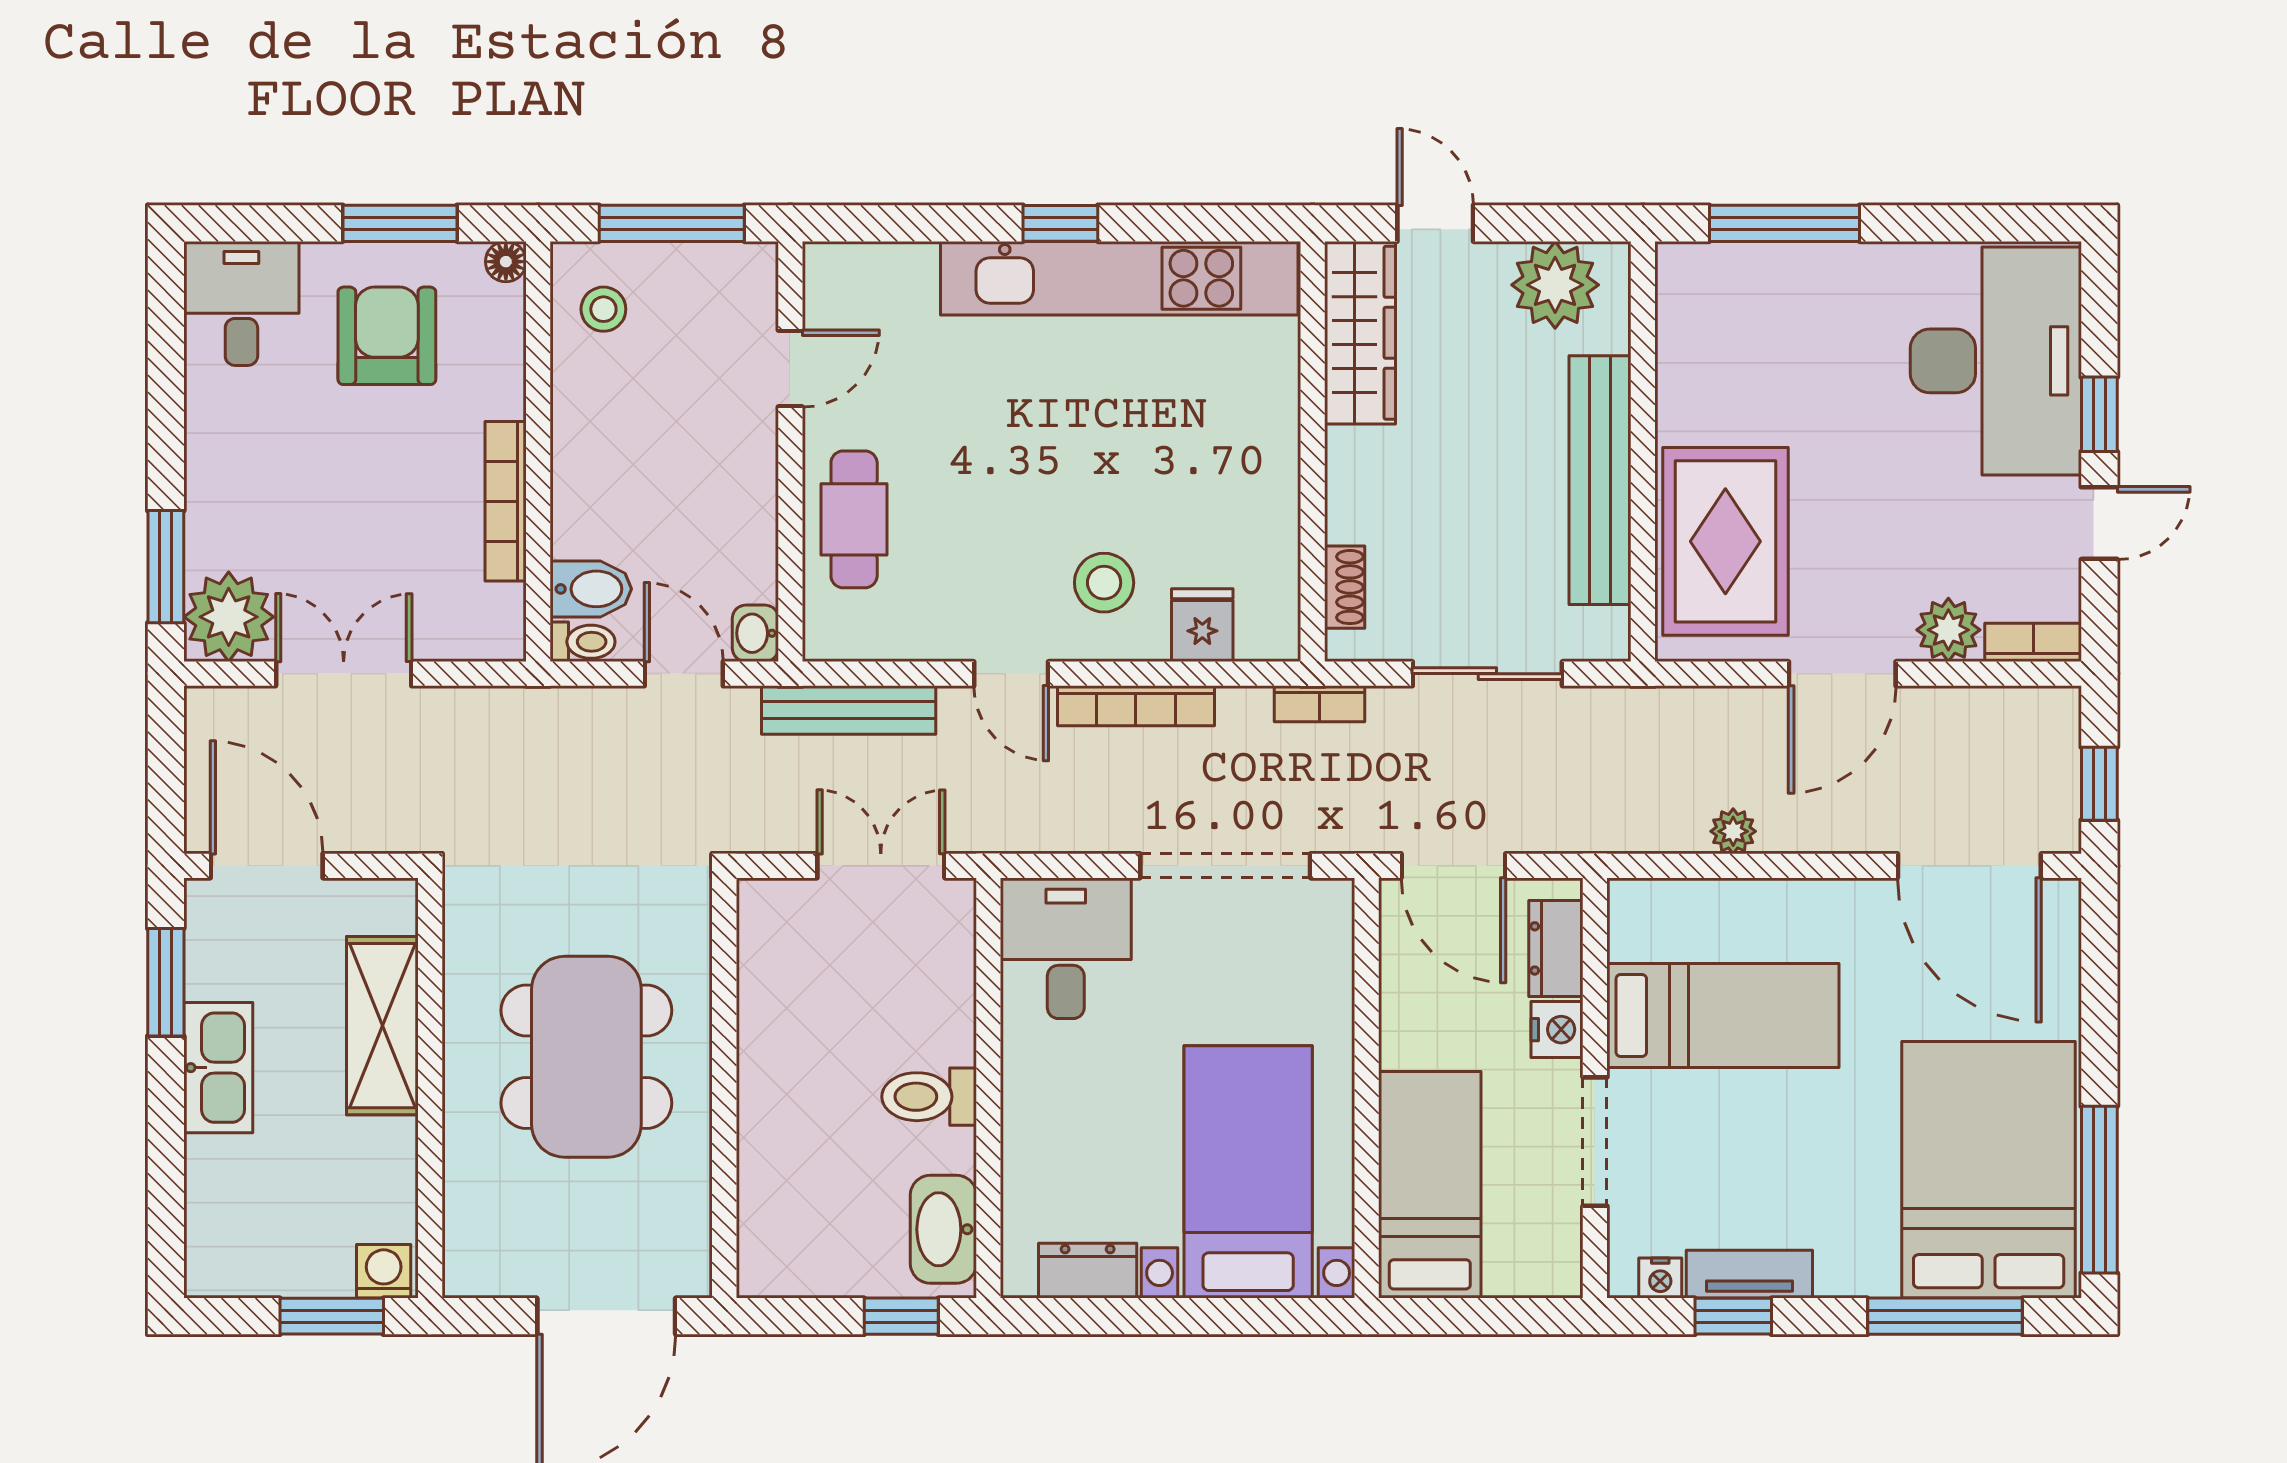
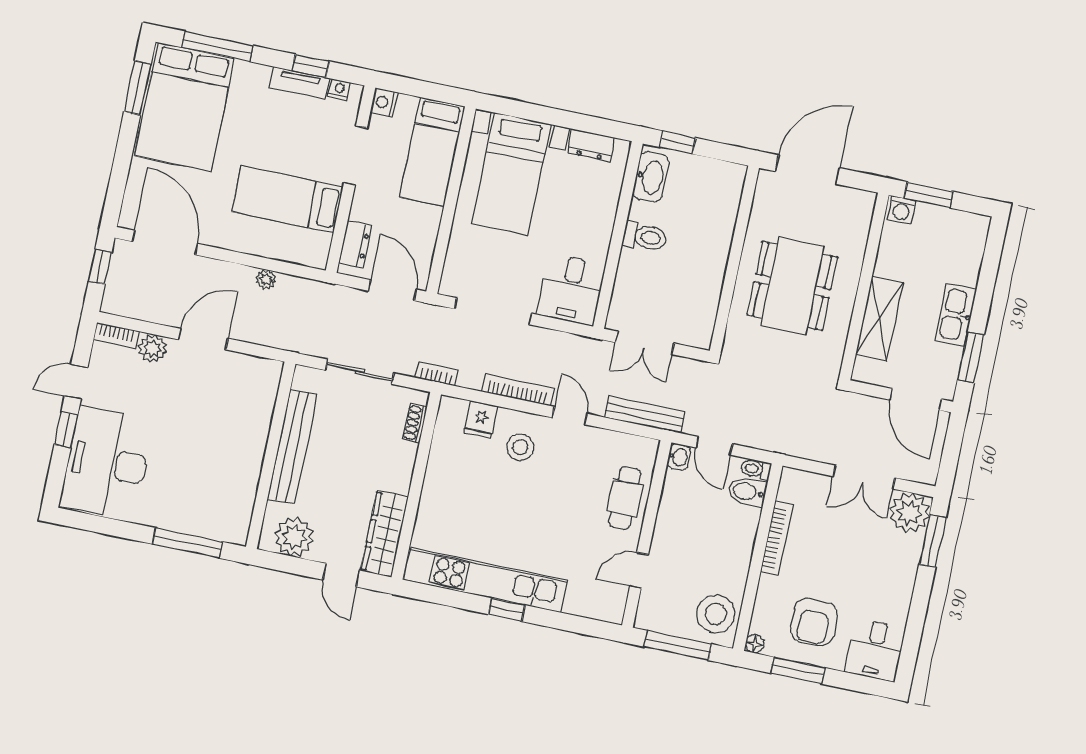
stool: (603, 309) -> (716, 614), width x1.89, depth x1.89
rug: (1725, 541) -> (243, 408), removed
nightstand: (1557, 1030) -> (384, 102), moved
window: (2099, 1190) -> (137, 88), width x0.69

